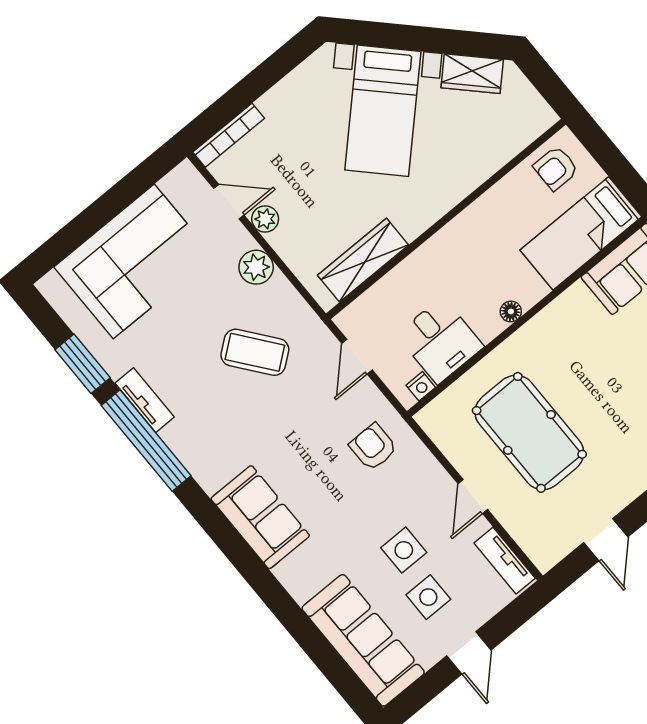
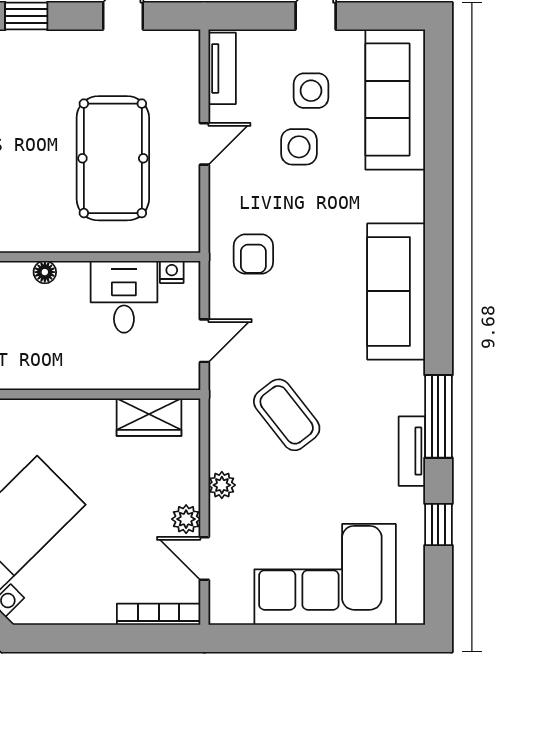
wardrobe: (363, 260) -> (149, 417), width x0.67
plant: (256, 267) -> (222, 485), width x0.73, depth x0.73
window: (83, 364) -> (438, 524), width x0.67
window: (146, 441) -> (438, 416), width x0.68
sofa: (260, 517) -> (396, 291), width x1.36

